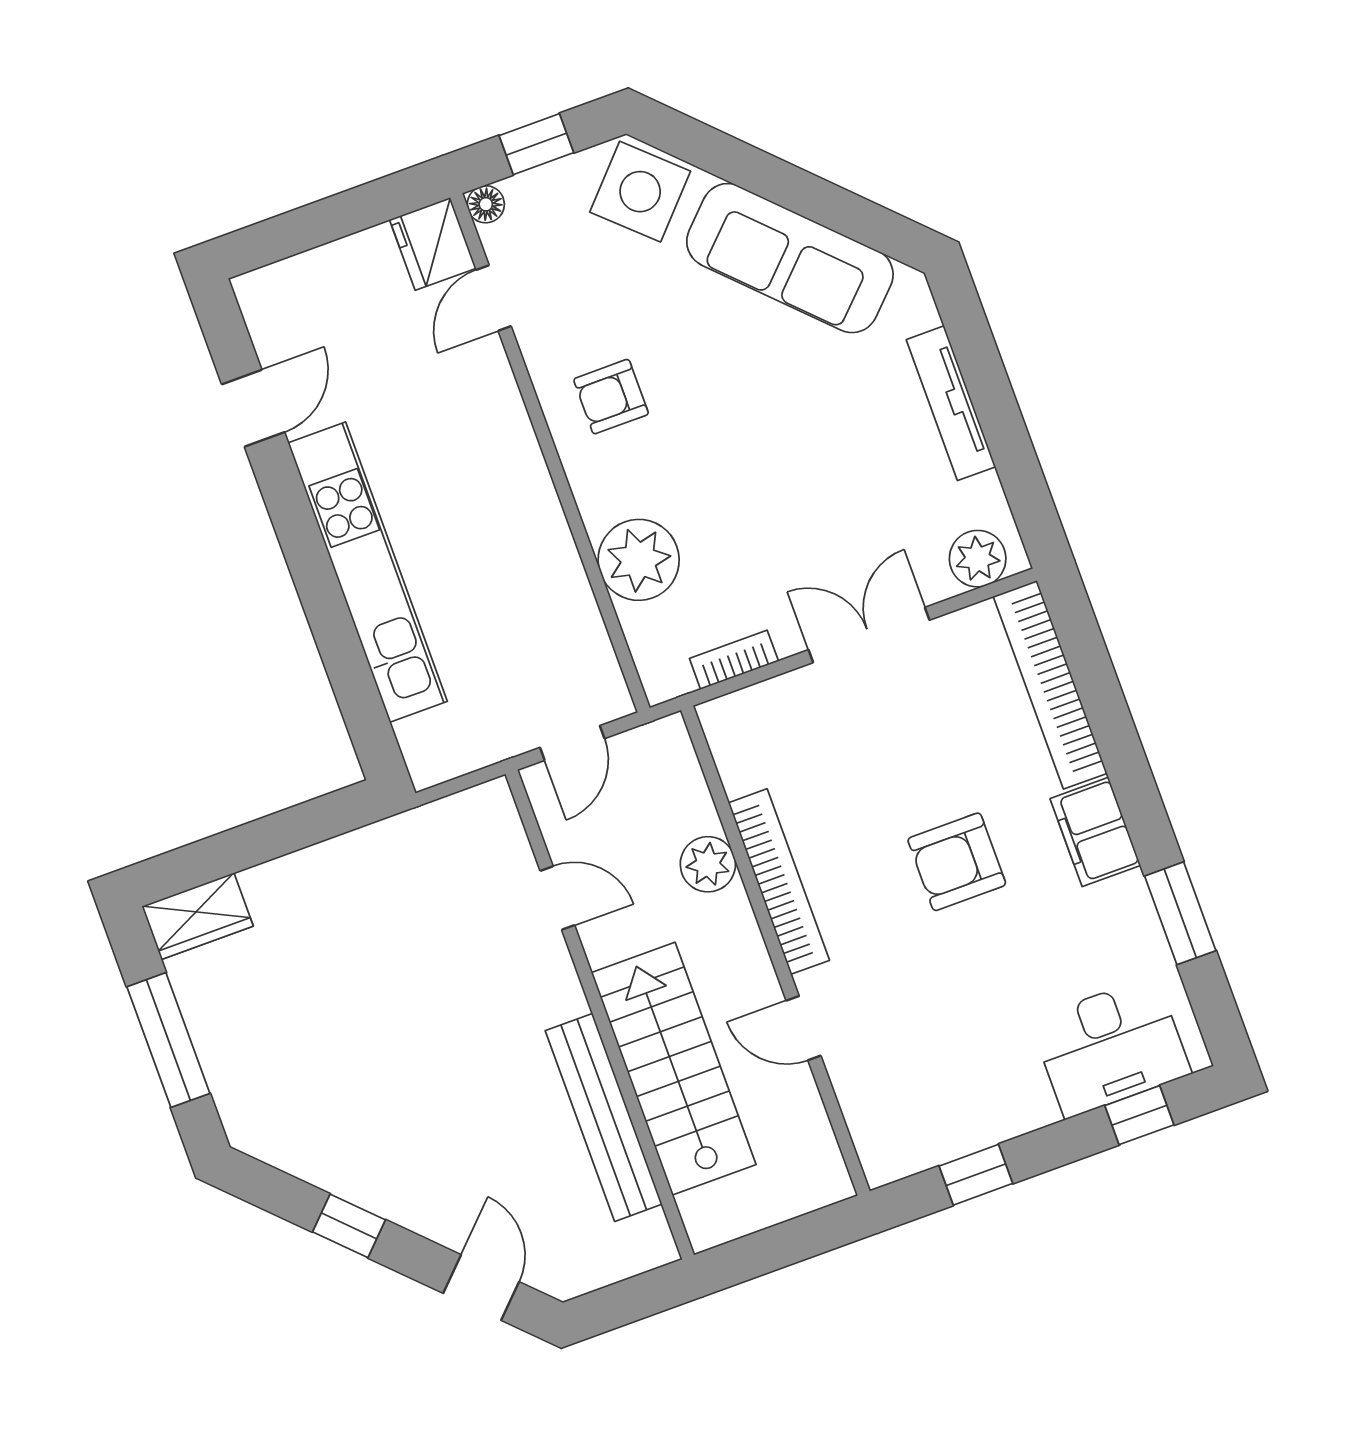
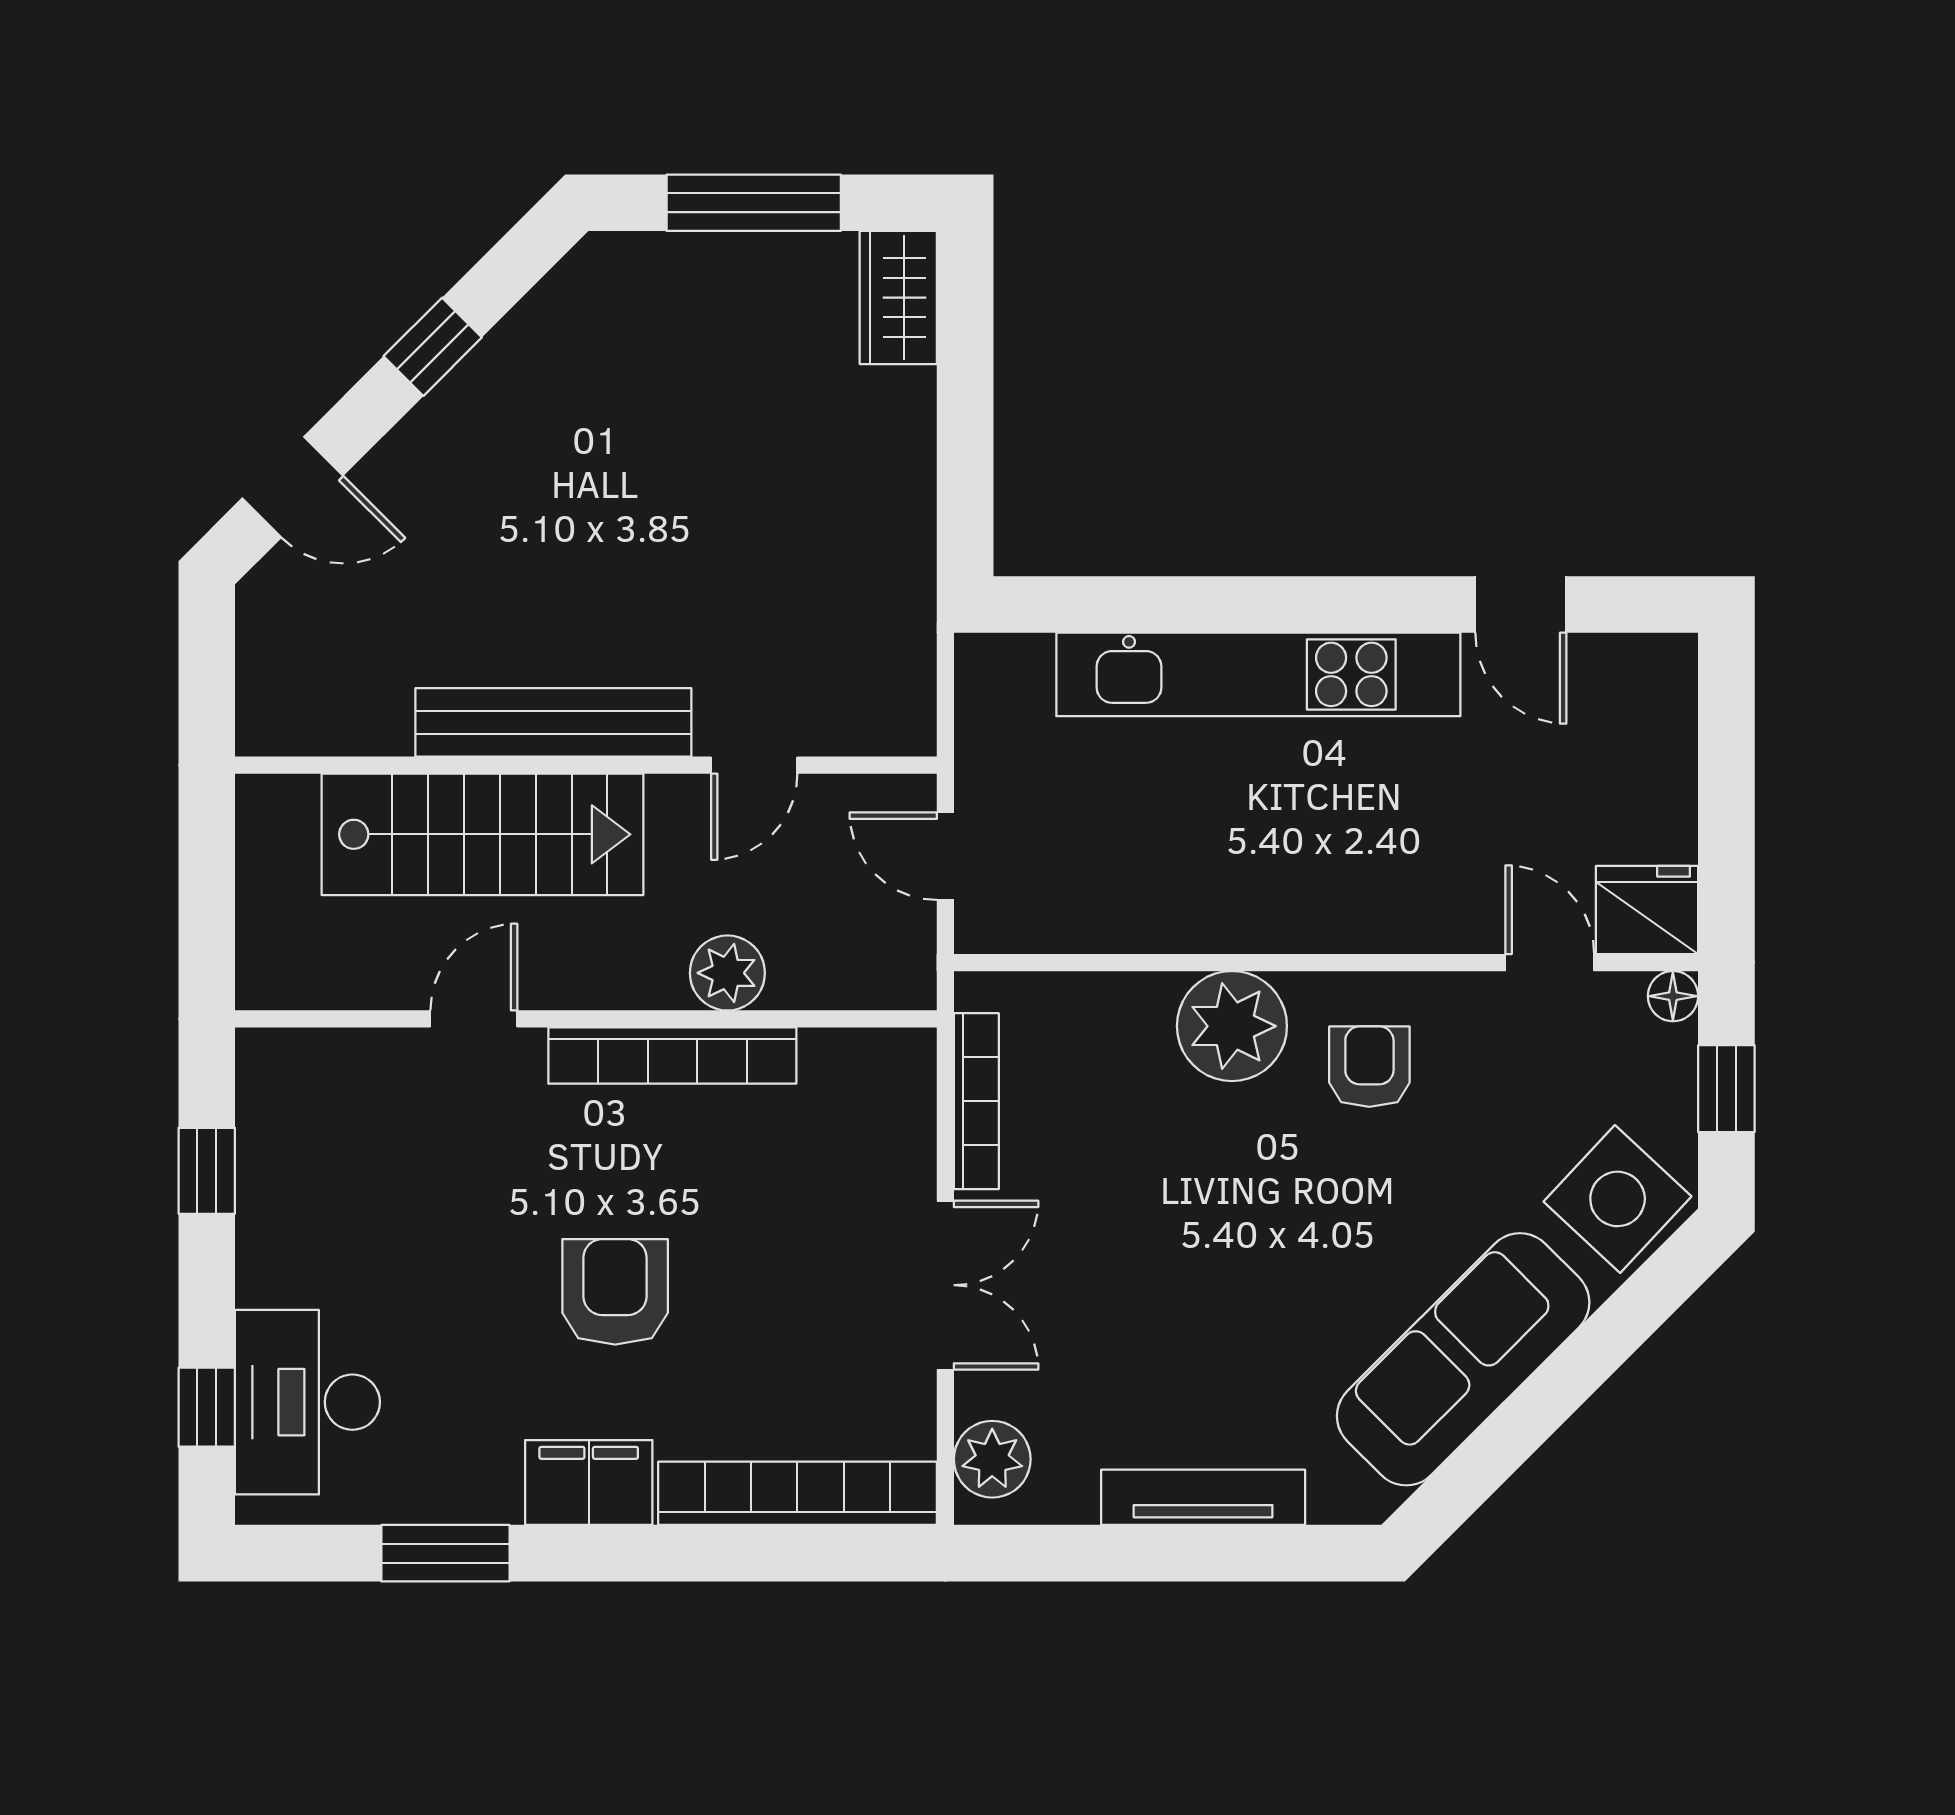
plant: (639, 560) -> (1232, 1026), moved
bookcase: (734, 660) -> (976, 1101), width x1.56
bench: (604, 1117) -> (553, 722), moved

